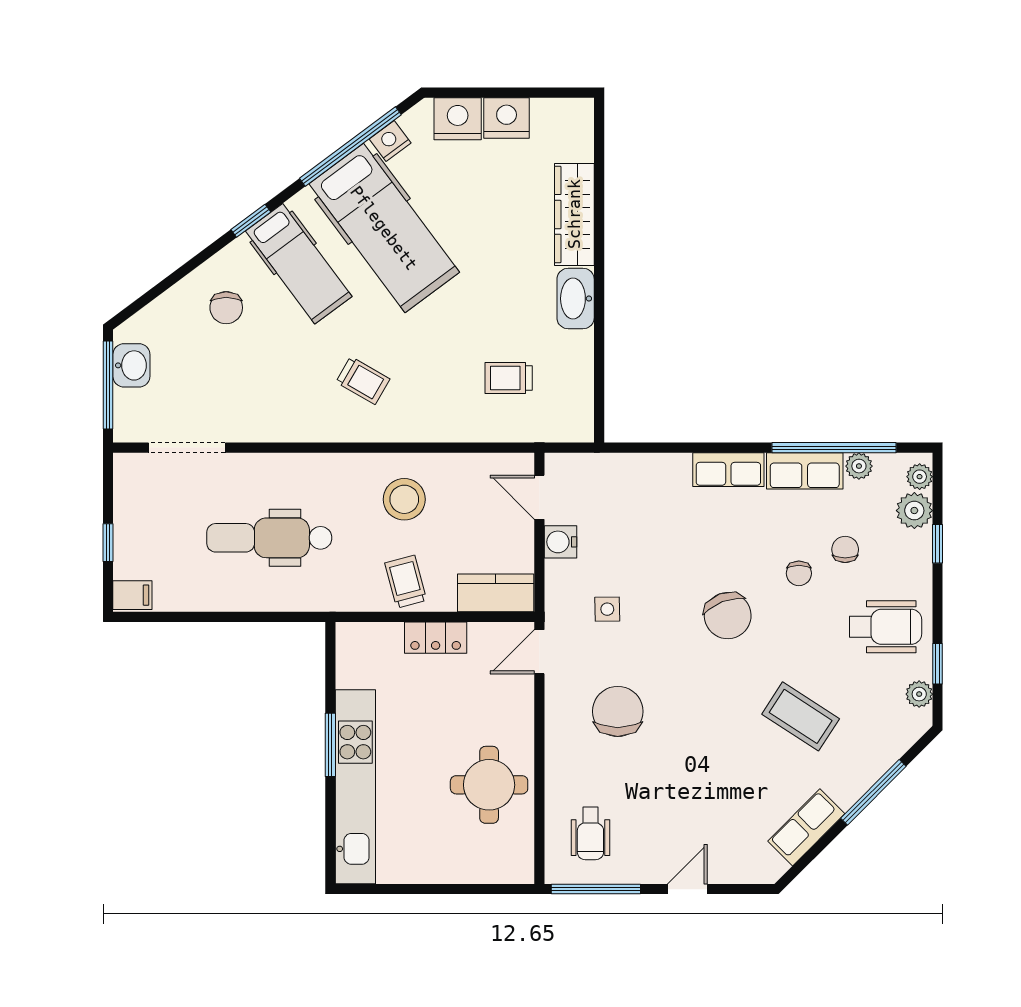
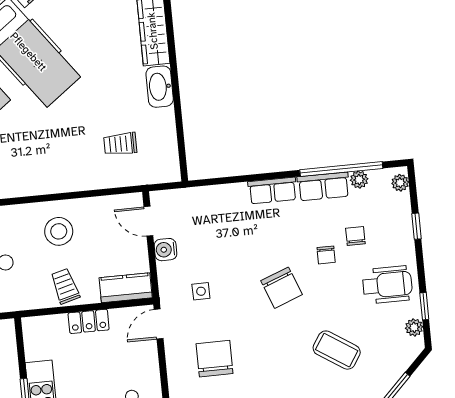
trolley: (363, 380) -> (23, 155), removed
plant: (914, 511) -> (399, 206), removed

